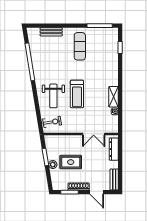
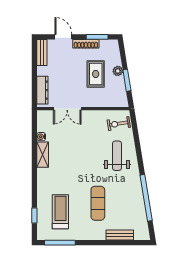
exercise mat: (80, 46) -> (98, 203), moved
treadmill: (77, 94) -> (60, 212), moved
double door: (94, 134) -> (67, 109), swing flipped
rug: (71, 162) -> (96, 74), turned 90

